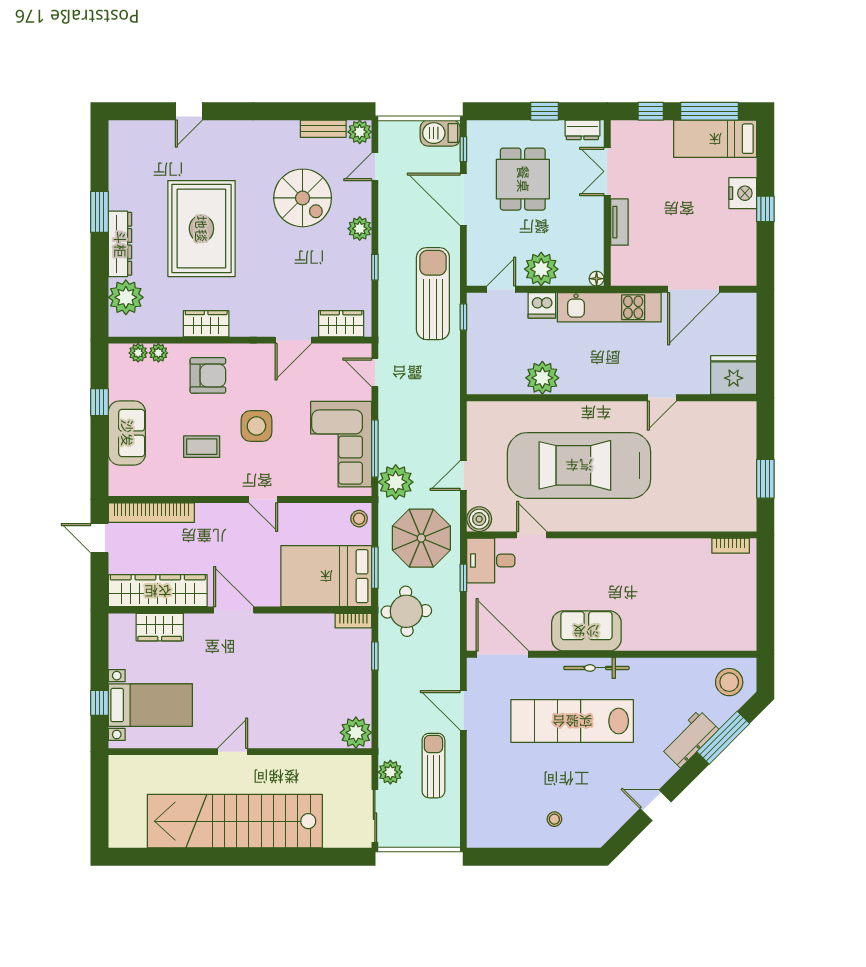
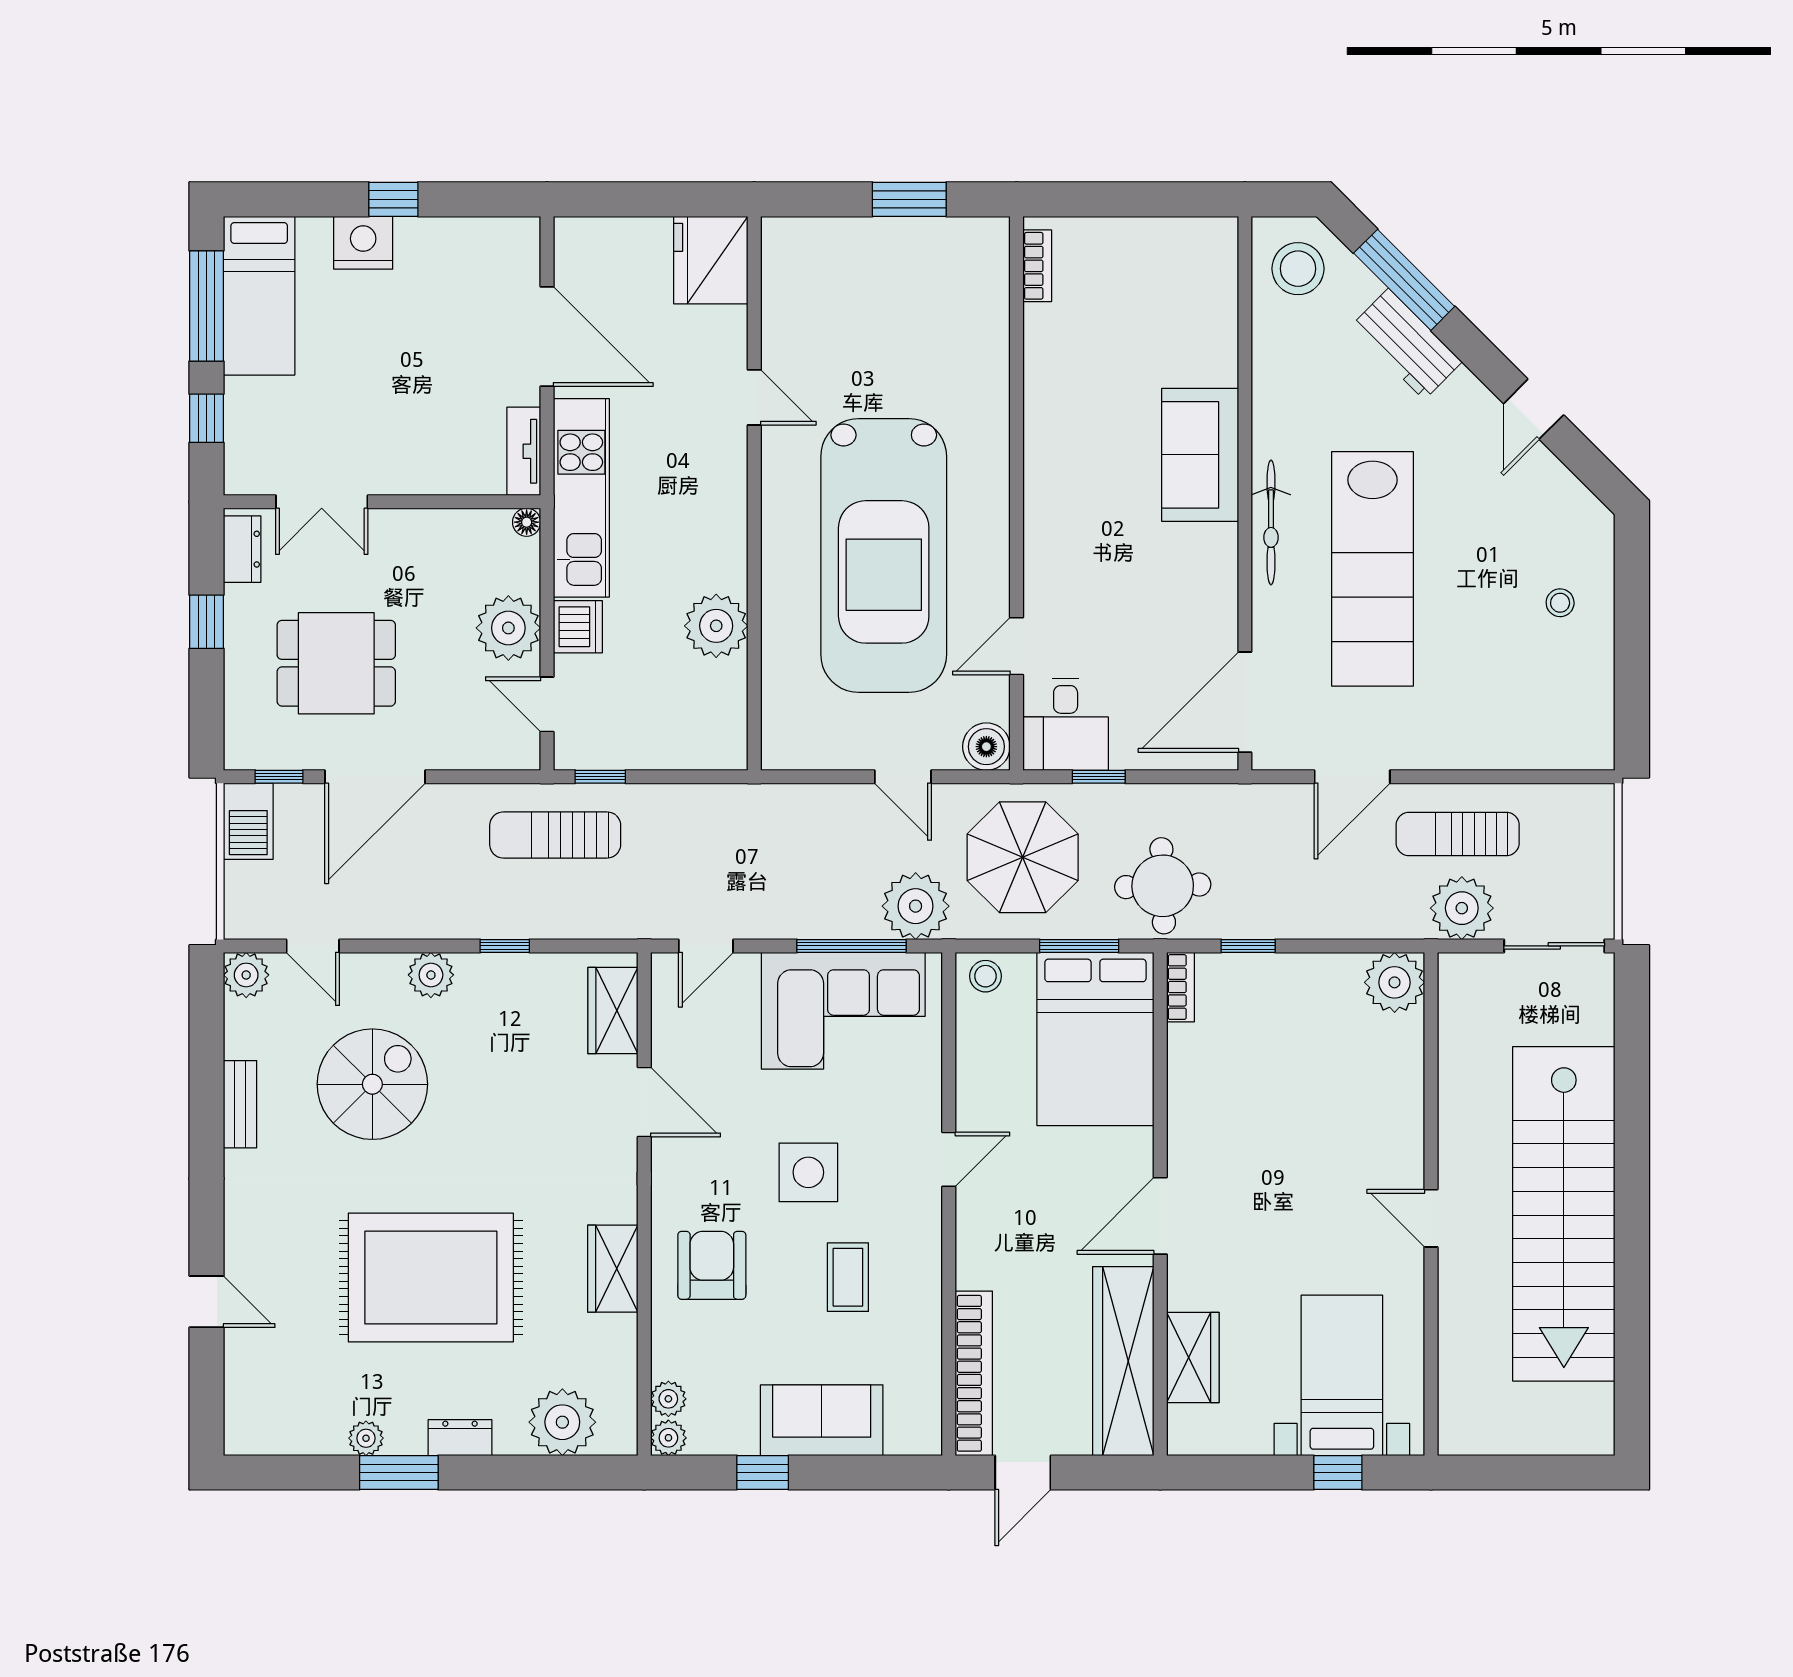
bench: (323, 129) -> (240, 1104), moved
plant: (117, 195) -> (366, 1438), added
tv unit: (619, 222) -> (524, 451), moved, turned -90
dresser: (120, 244) -> (460, 1438), width x0.51, depth x0.80
sun lounger: (433, 294) -> (555, 835), width x0.73, depth x0.75
plant: (158, 353) -> (668, 1438), moved
sofa: (586, 631) -> (1200, 455), moved
plant: (390, 772) -> (1462, 908), width x1.36, depth x1.36

